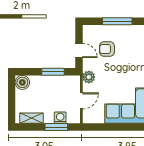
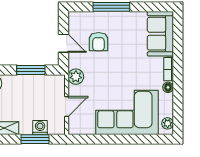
armchair: (107, 49) -> (99, 42), turned -90

